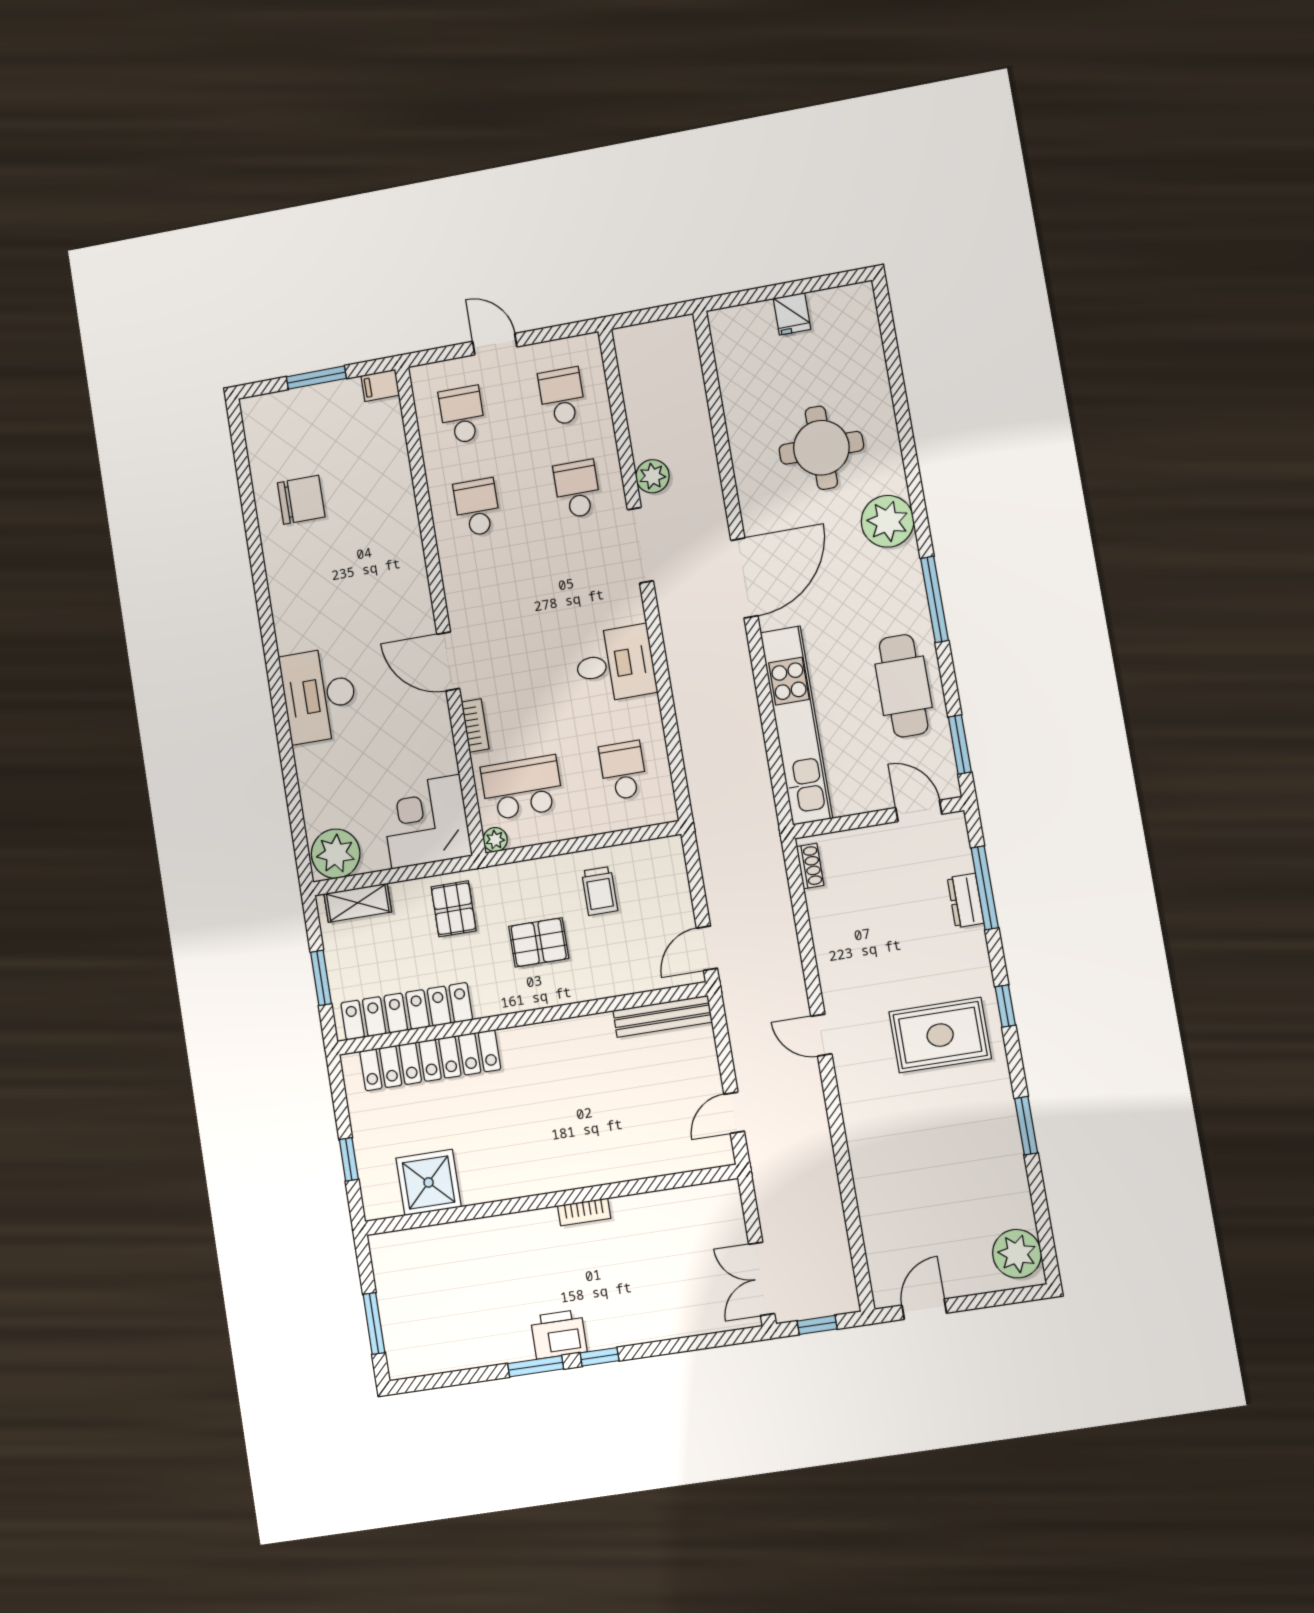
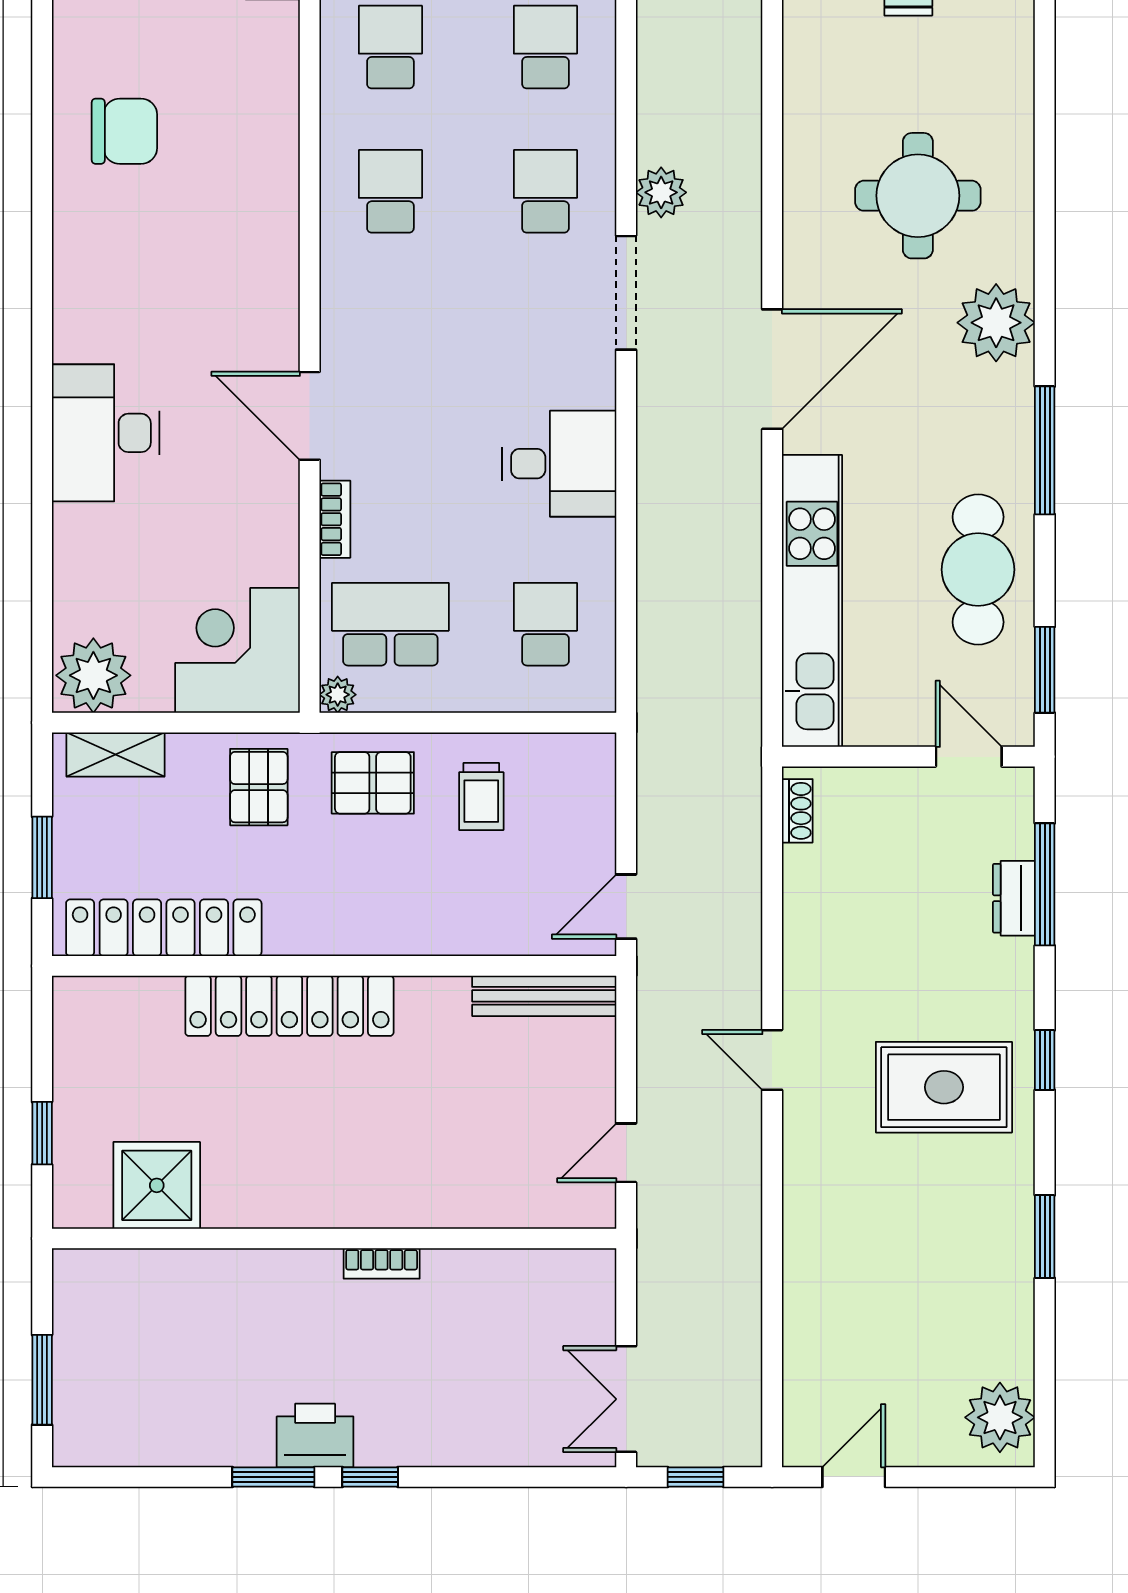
pallet: (539, 942) -> (373, 783), moved
locker: (430, 1060) -> (289, 1006), moved

